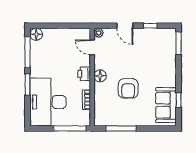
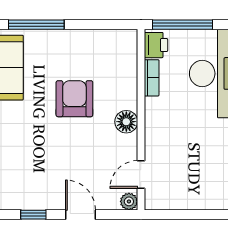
door: (92, 47) -> (141, 175), swing flipped
printer: (84, 74) -> (156, 45), moved
window: (121, 128) -> (36, 25), moved

